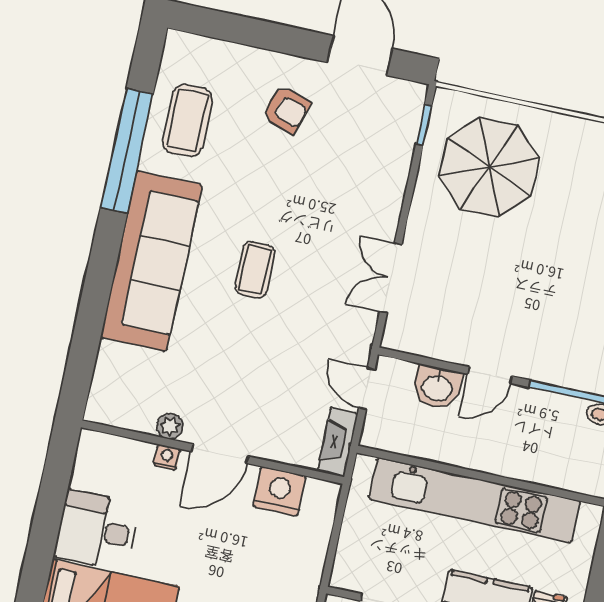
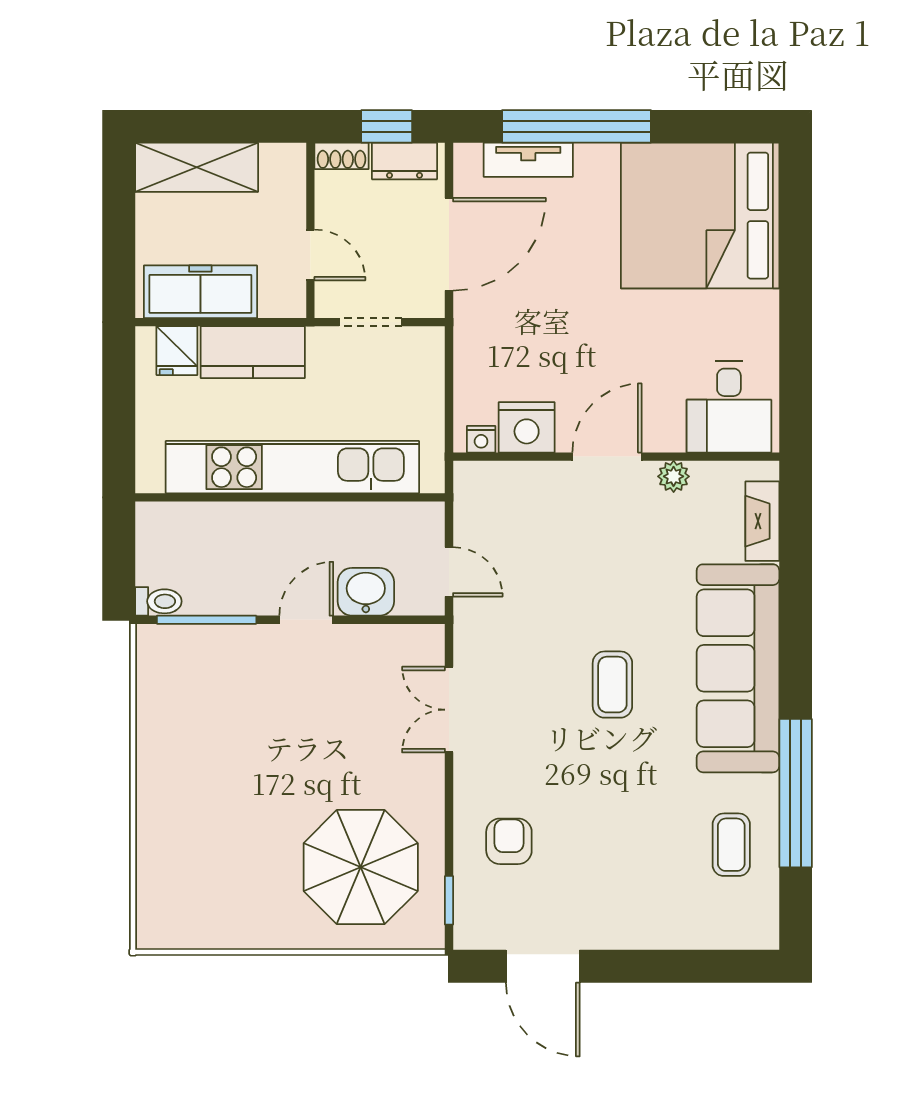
armchair: (286, 109) -> (509, 841), moved, turned 72
coffee table: (188, 120) -> (731, 845), width x0.73, depth x0.77
double door: (391, 278) -> (449, 710), swing flipped
fireplace: (337, 442) -> (762, 521), moved, turned 180
nightstand: (167, 457) -> (481, 439), moved
desk: (97, 530) -> (729, 407), moved, turned 90

